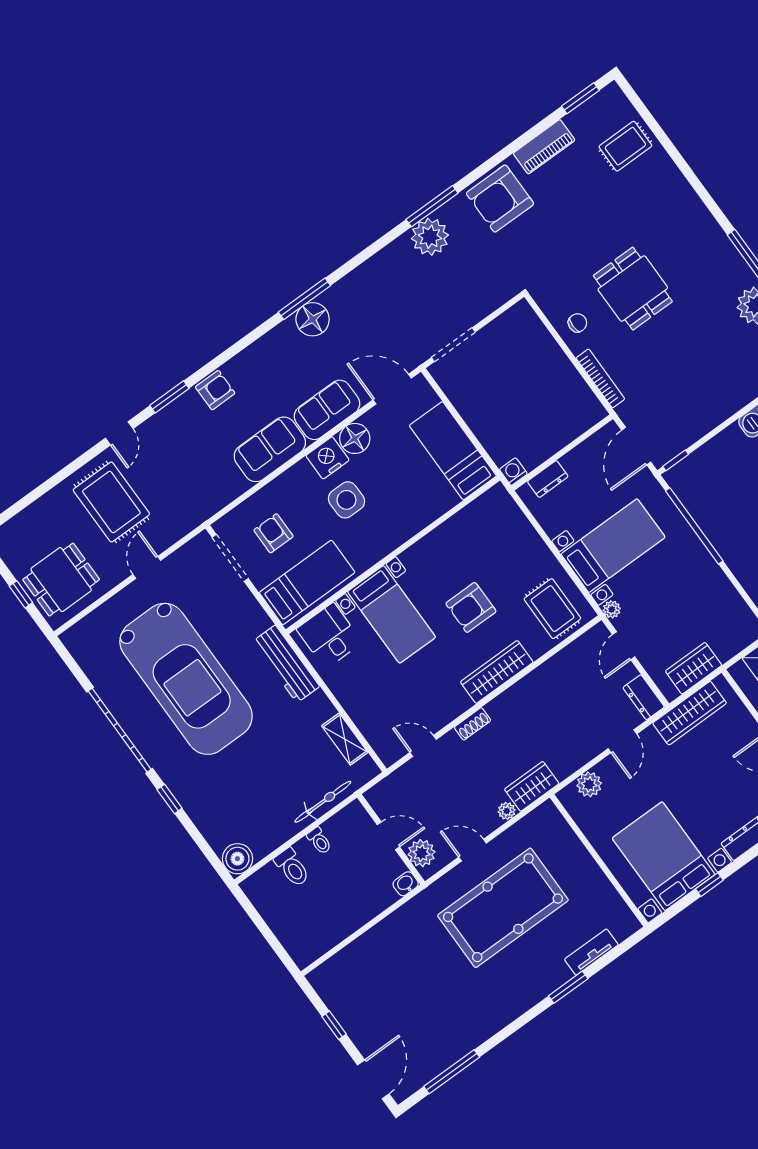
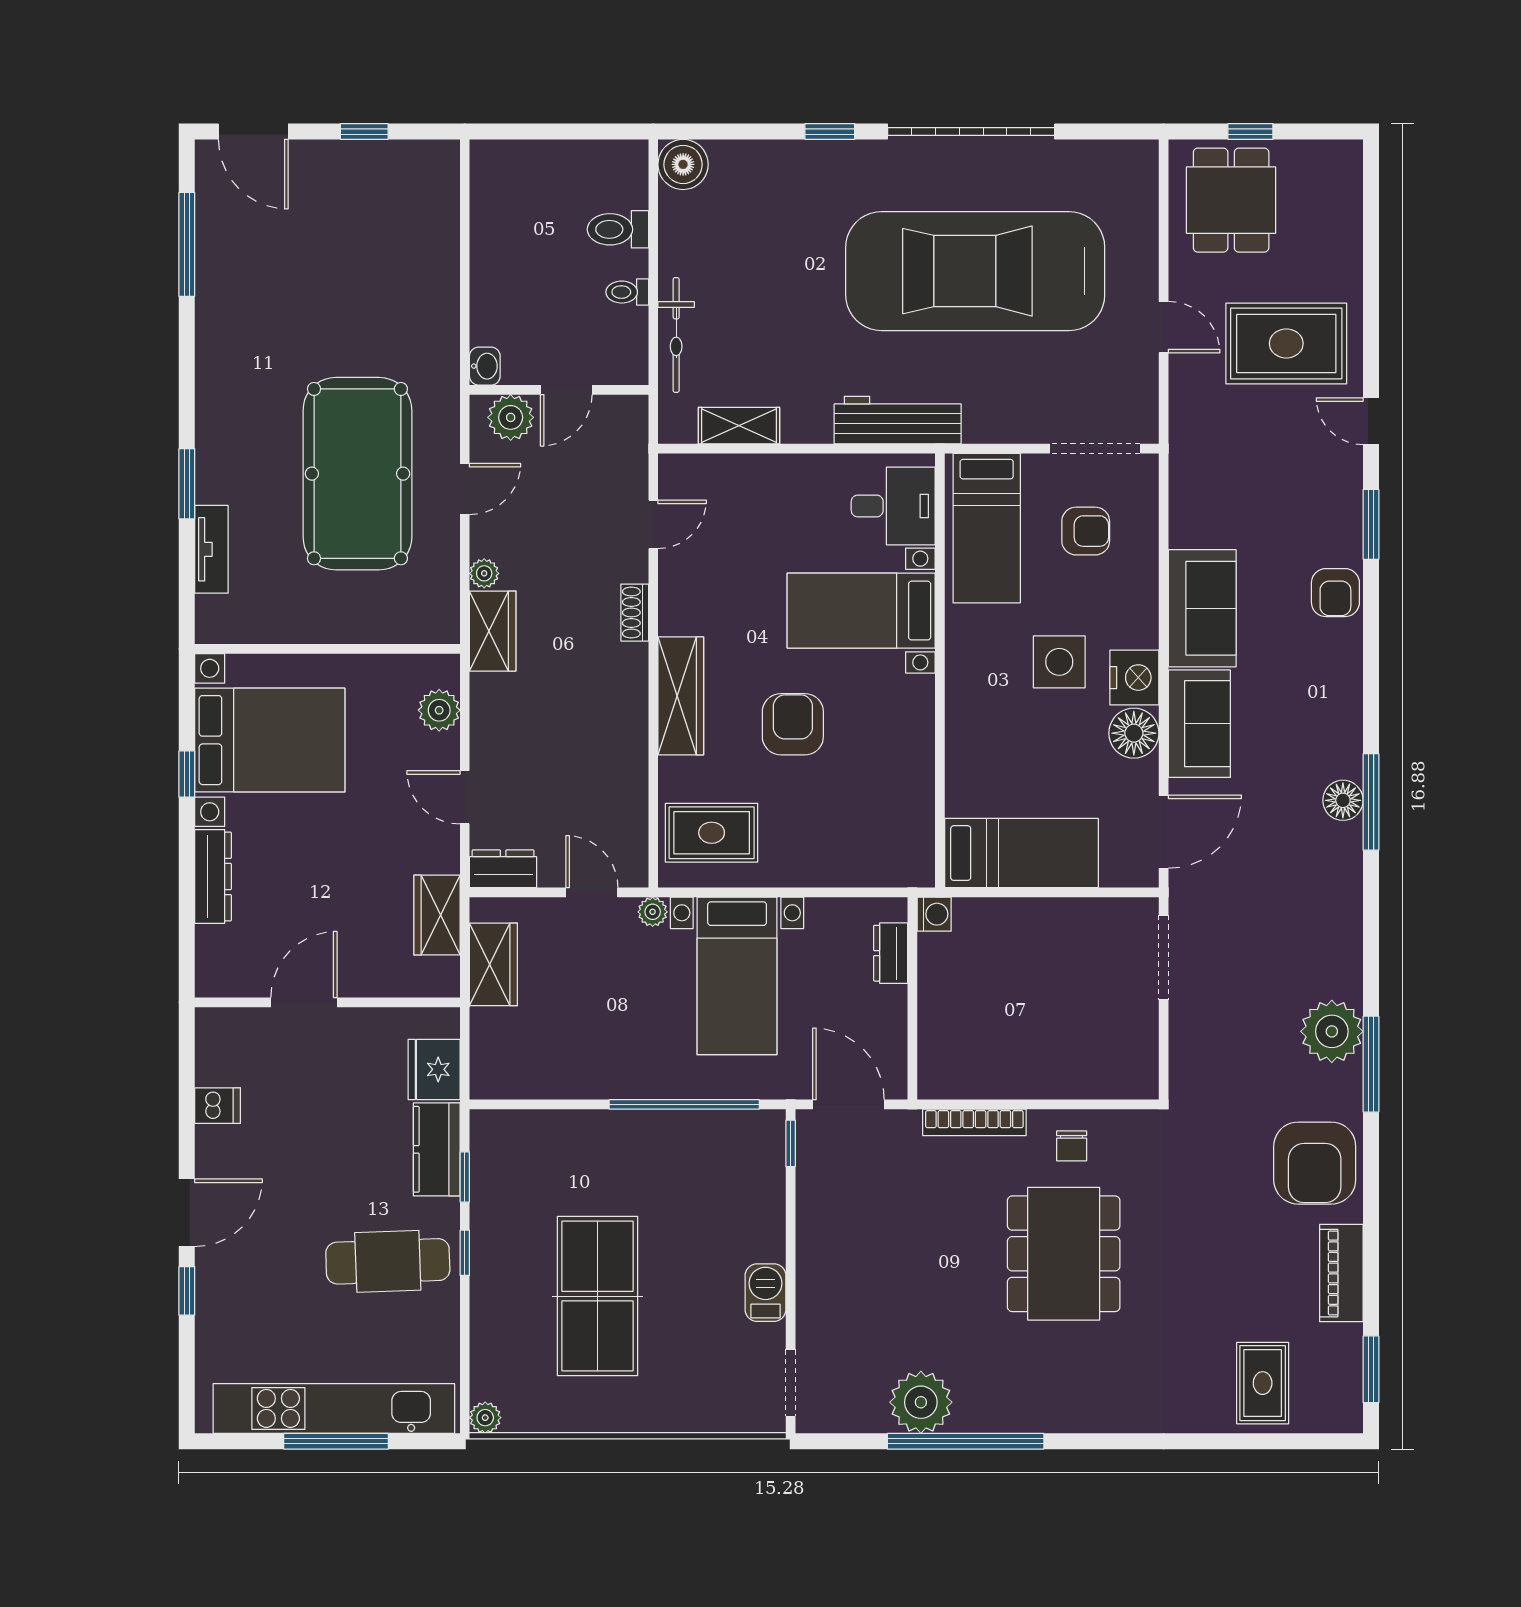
armchair: (500, 199) -> (1315, 1163), turned 180
dining table: (633, 289) -> (1064, 1254), width x1.38
floor lamp: (313, 319) -> (1343, 800), width x0.73, depth x0.73
wardrobe: (690, 713) -> (437, 915), width x0.67

